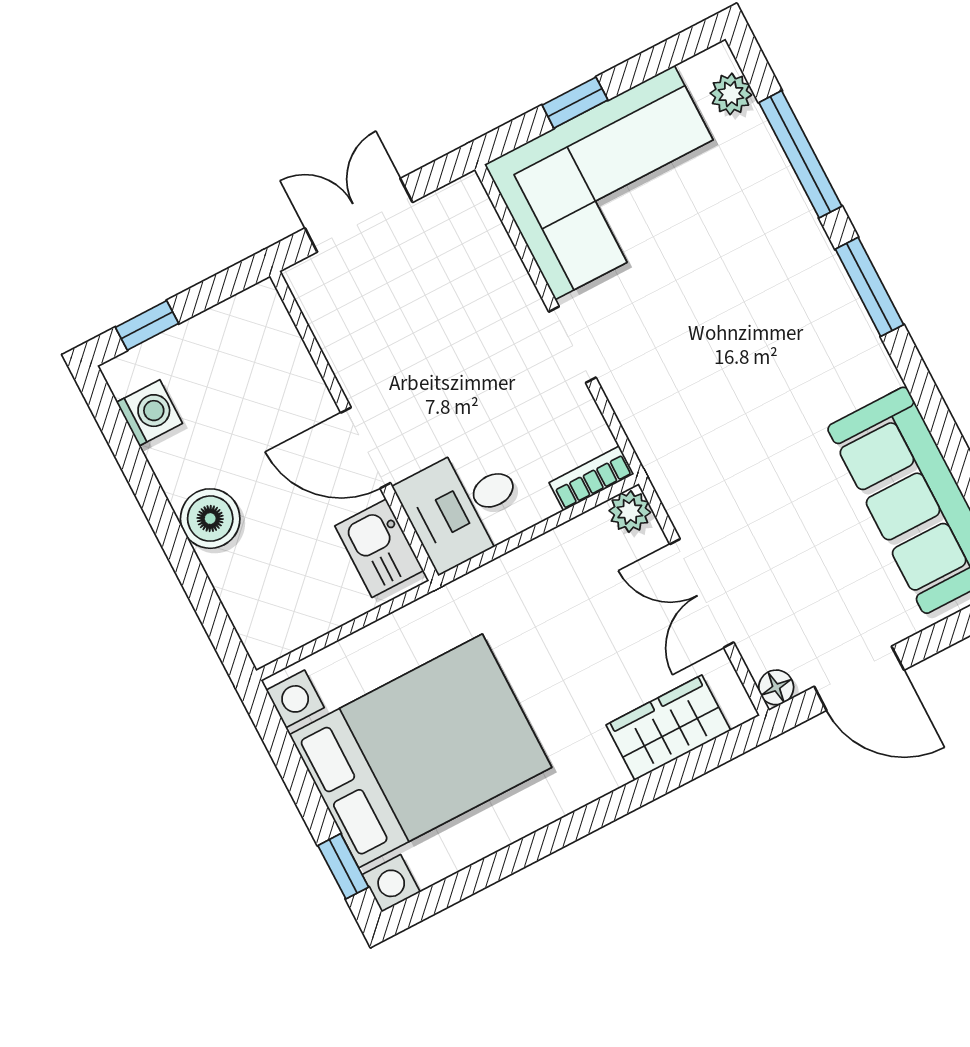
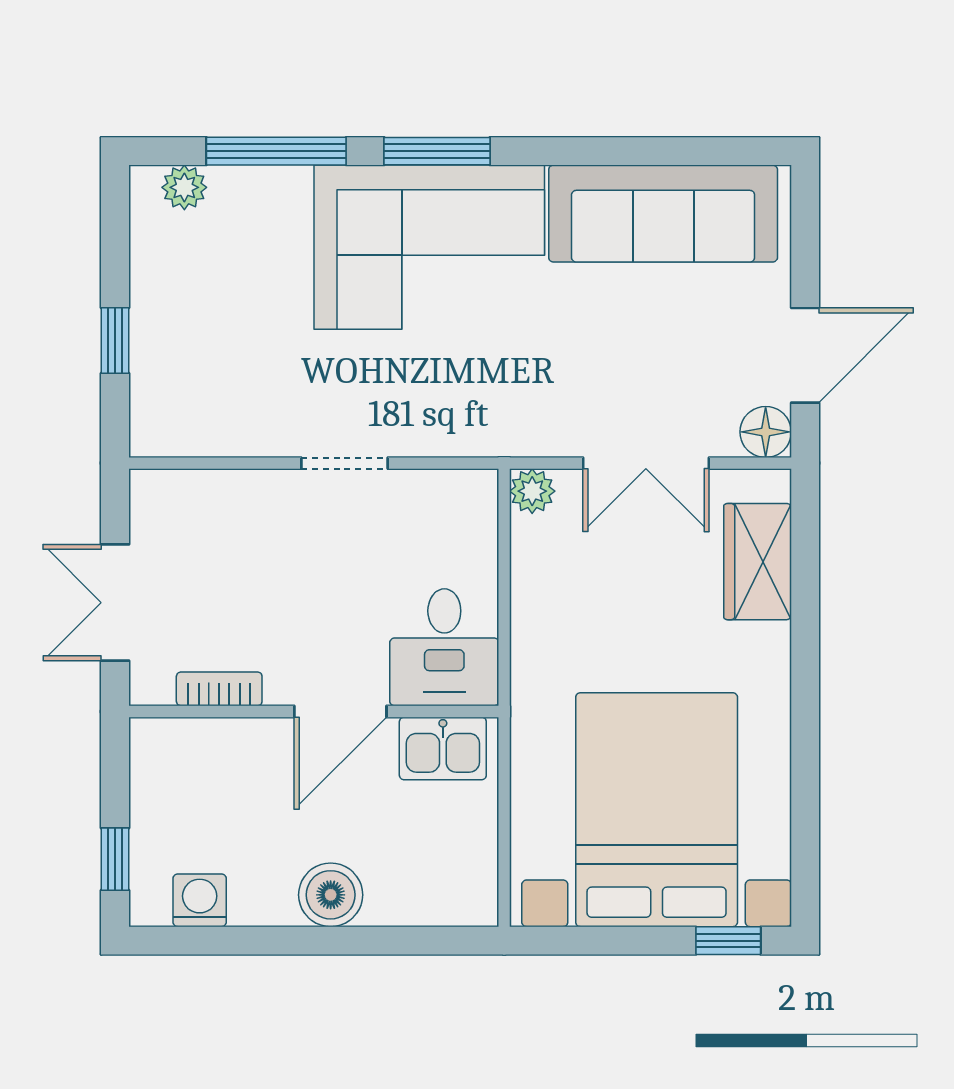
corner sofa: (615, 183) -> (429, 247), moved, turned 90
bookcase: (591, 478) -> (219, 689), moved, turned 90
floor lamp: (776, 687) -> (766, 432), width x1.37, depth x1.37

